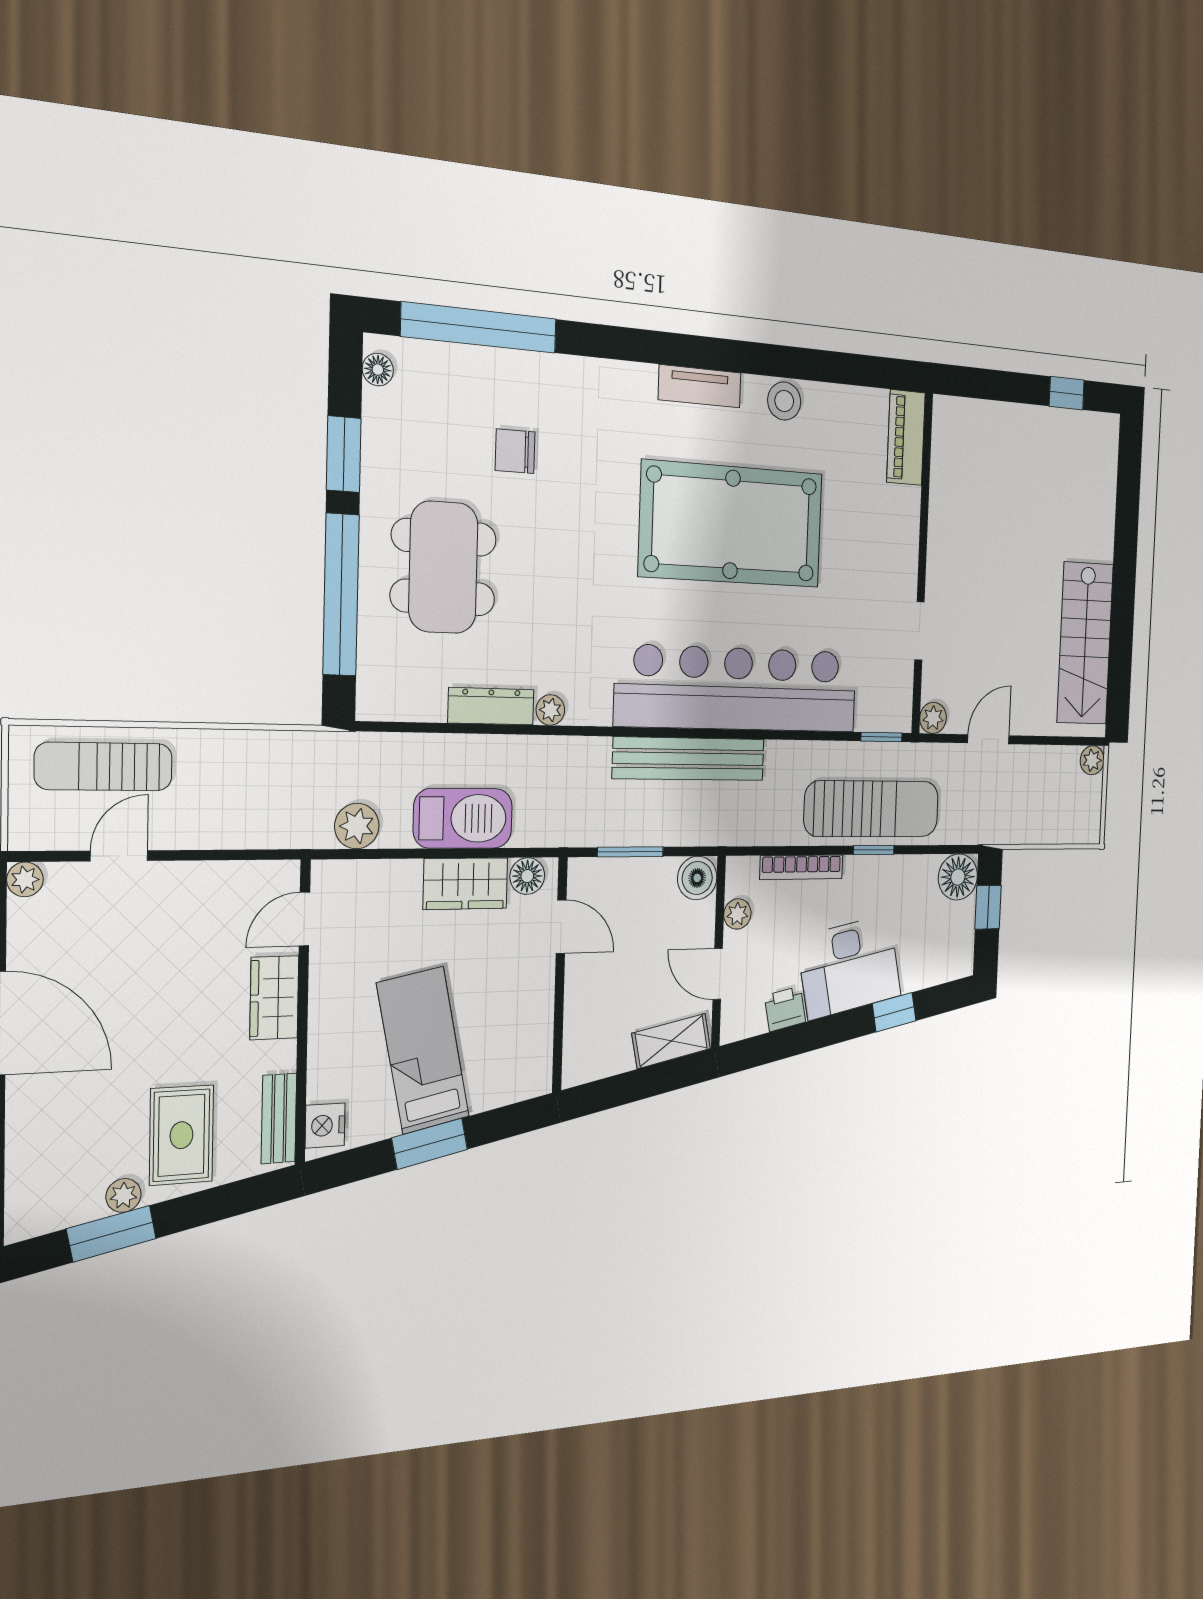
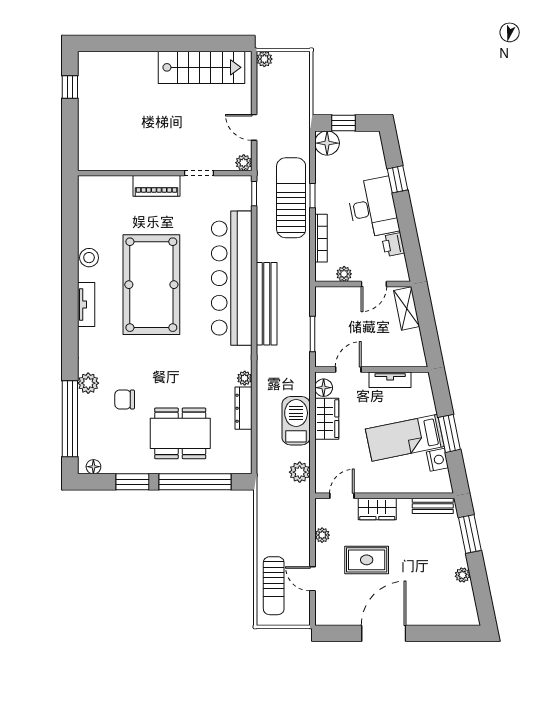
plant: (550, 375) -> (88, 383), added
piano: (906, 437) -> (156, 186), moved
chair: (515, 451) -> (125, 399), turned 90
boiler: (697, 878) -> (326, 297), removed
plant: (25, 879) -> (322, 535), moved
door: (304, 919) -> (342, 496), swing flipped
tv unit: (539, 1014) -> (390, 380), added
nightstand: (325, 1126) -> (437, 460), moved, turned -102
rug: (181, 1135) -> (367, 560), moved
window: (111, 1234) -> (470, 534), moved

